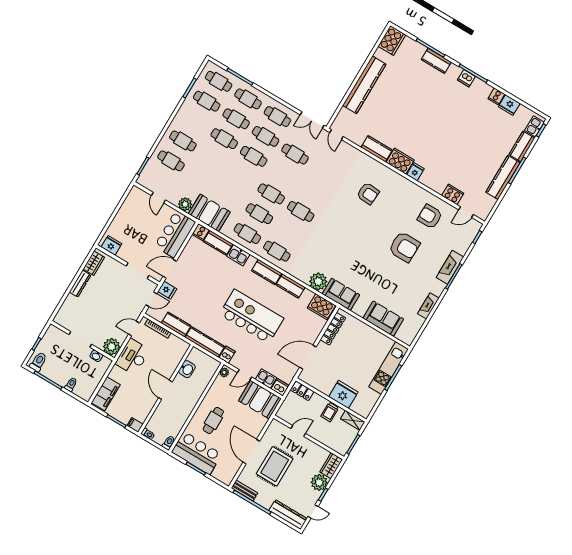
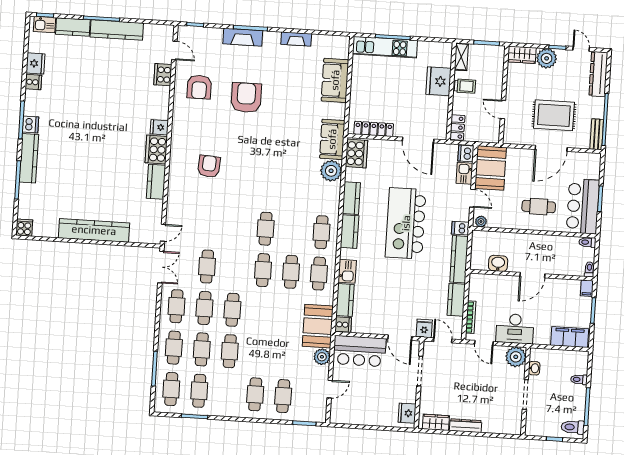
cooker: (392, 41) -> (24, 228), width x0.53, depth x0.76
kitchen counter: (436, 61) -> (29, 158), width x1.50

